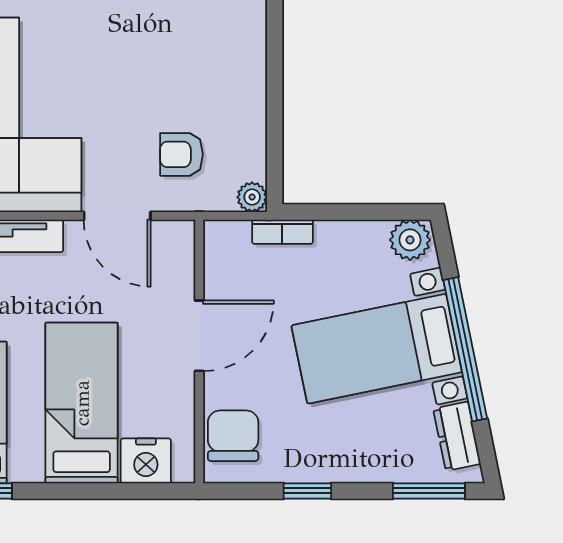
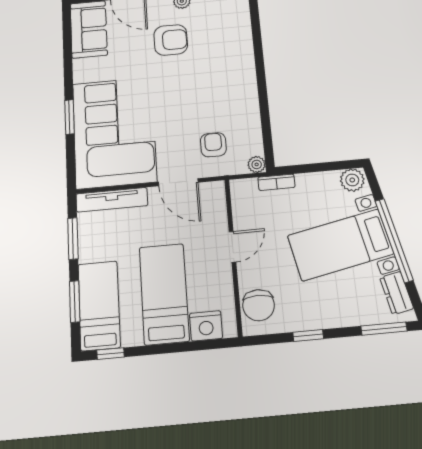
armchair: (181, 154) -> (213, 145), turned 90
door: (199, 336) -> (233, 247), width x0.73
chair: (233, 436) -> (259, 305), turned 180

